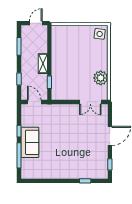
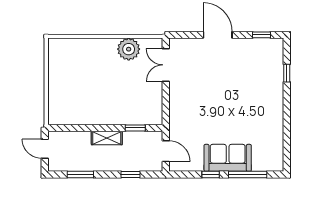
side table: (100, 34) -> (61, 51), removed
door: (34, 102) -> (166, 151), swing flipped
double door: (90, 102) -> (166, 65), swing flipped

